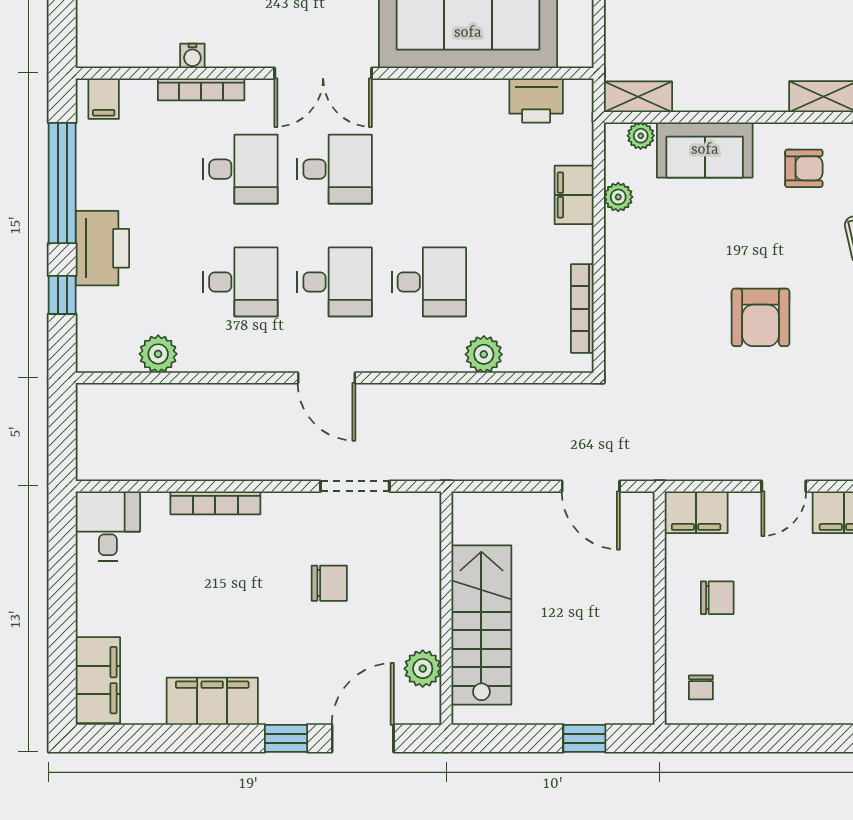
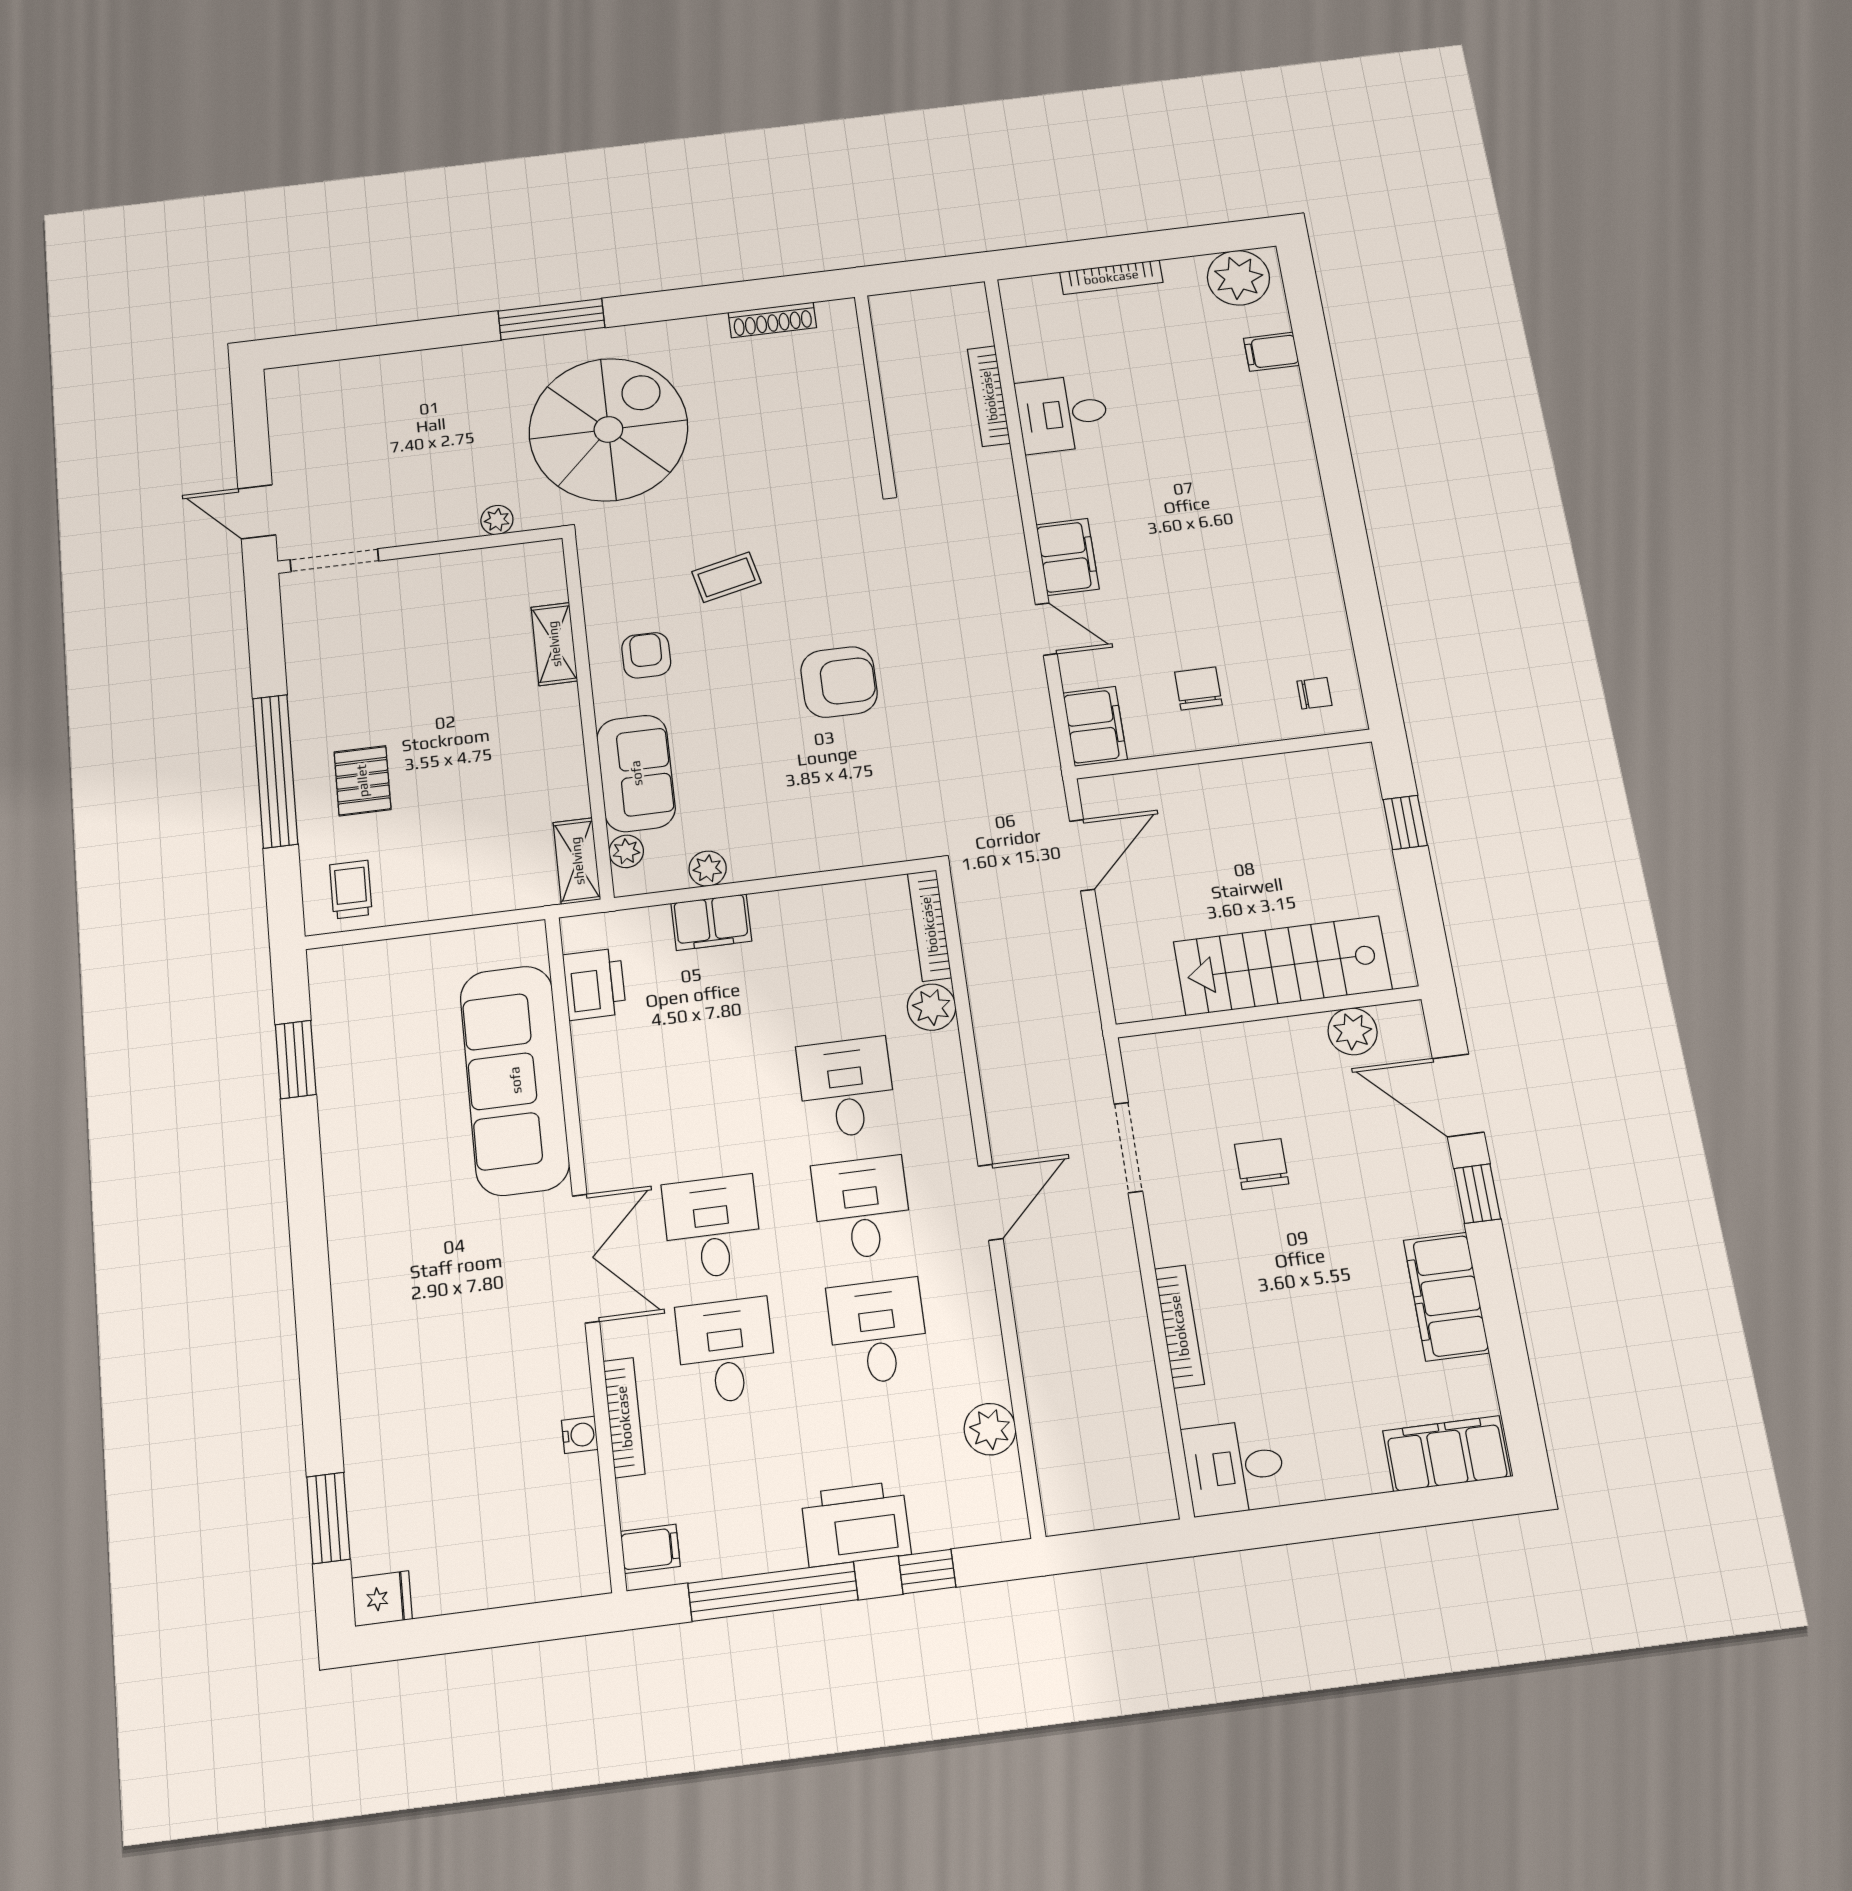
bookcase: (582, 309) -> (929, 925), moved, turned 90

